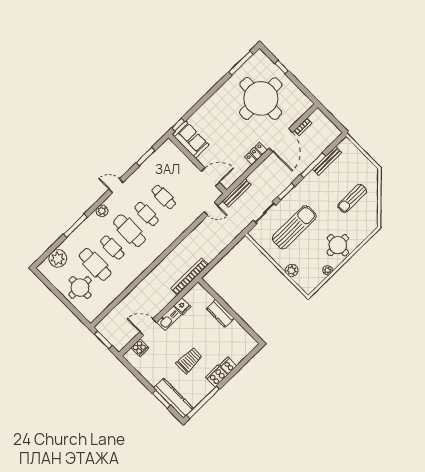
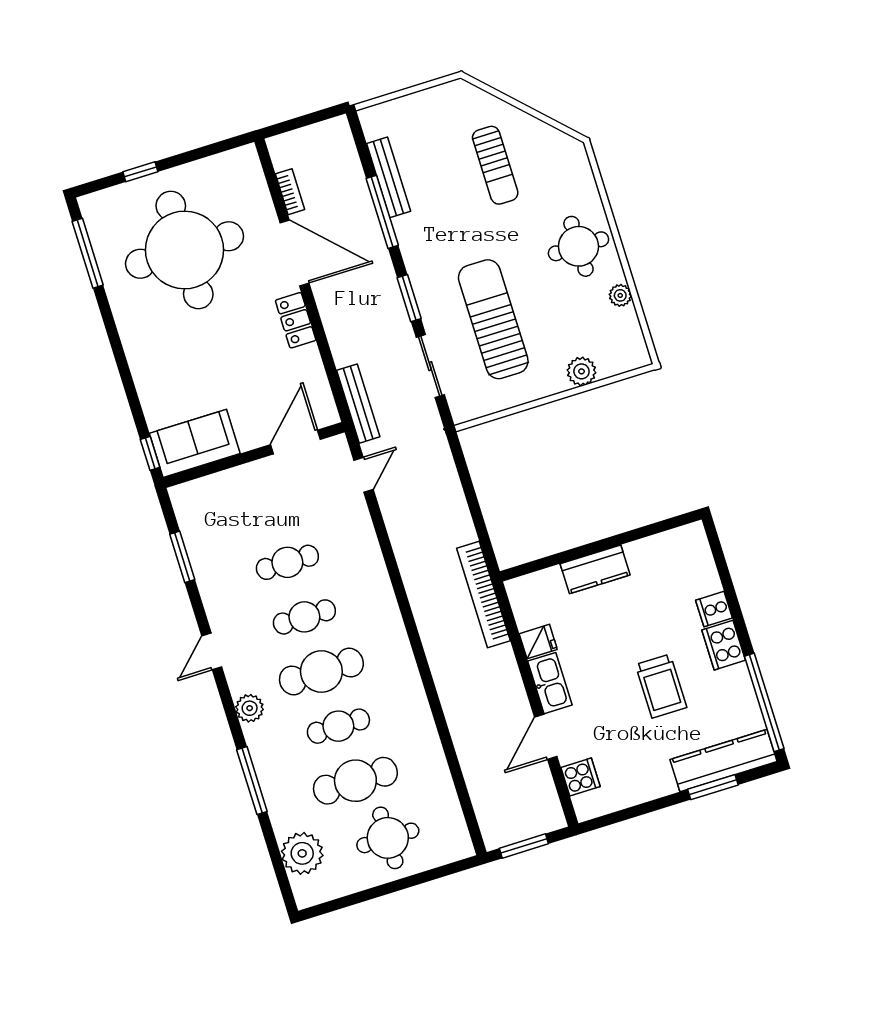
trolley: (189, 361) -> (661, 686), turned 180

